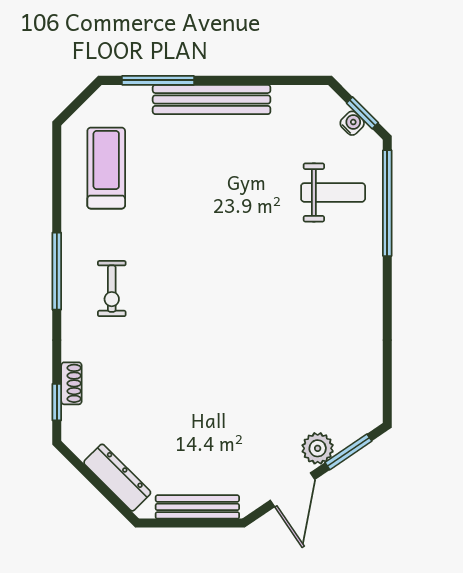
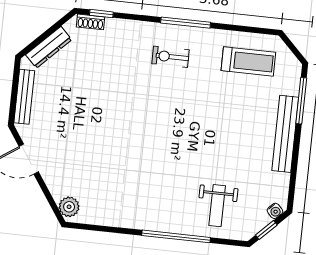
water cooler: (352, 123) -> (275, 211), moved
window: (387, 203) -> (176, 236), moved
shoe rack: (71, 383) -> (91, 22), moved
plant: (318, 448) -> (69, 207), moved
window: (348, 452) -> (49, 198), removed

